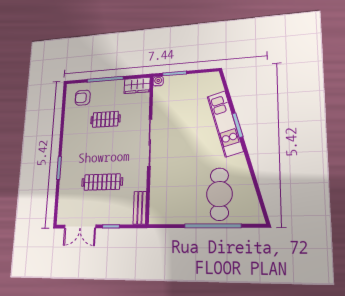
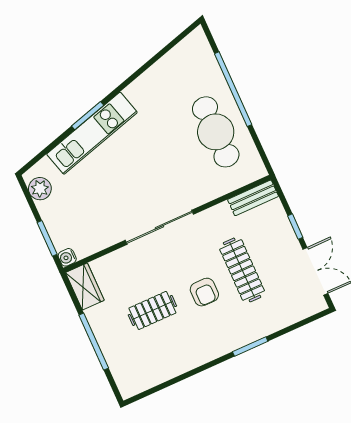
plant: (206, 80) -> (40, 189), added
armchair: (83, 98) -> (204, 292), moved
clothes rail: (105, 119) -> (152, 310), turned 90
cafe table: (219, 194) -> (216, 132), moved, turned 90

